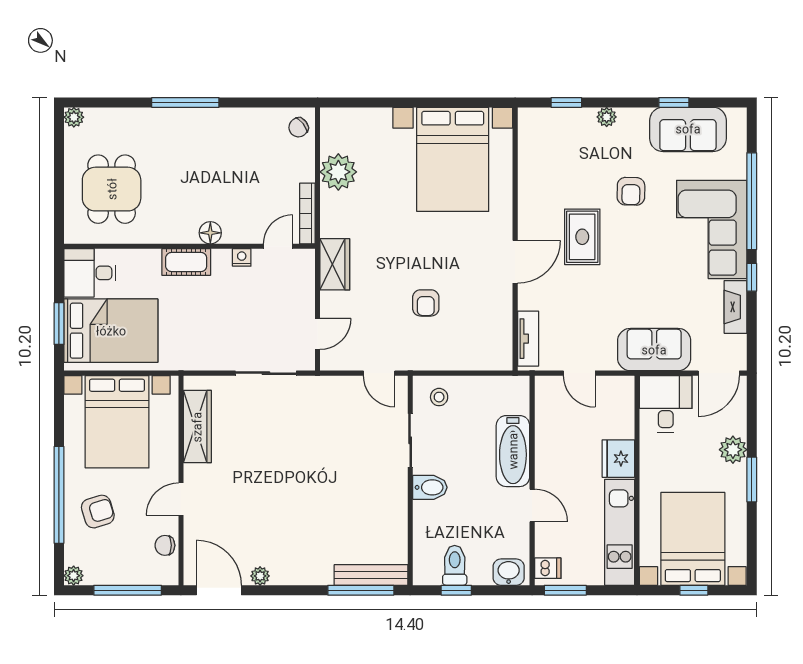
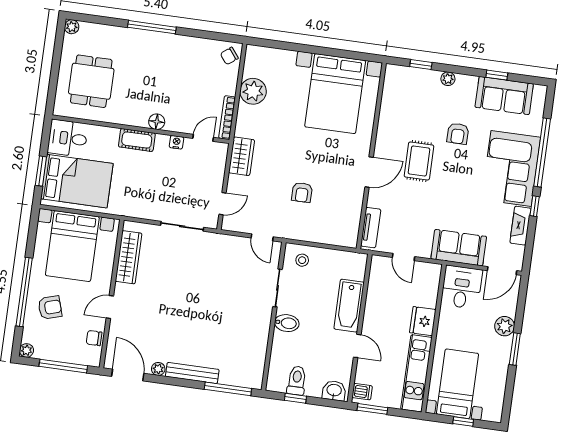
bed with nightstands: (693, 539) -> (457, 384), width x0.73
bench: (371, 575) -> (192, 373), moved

